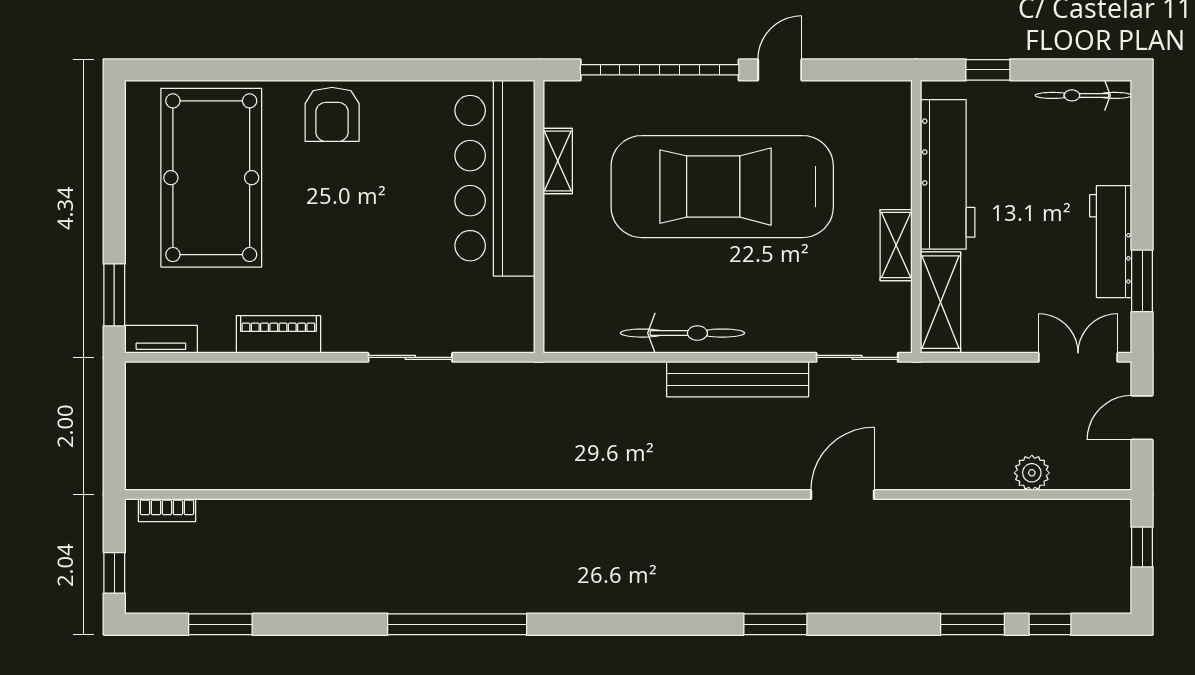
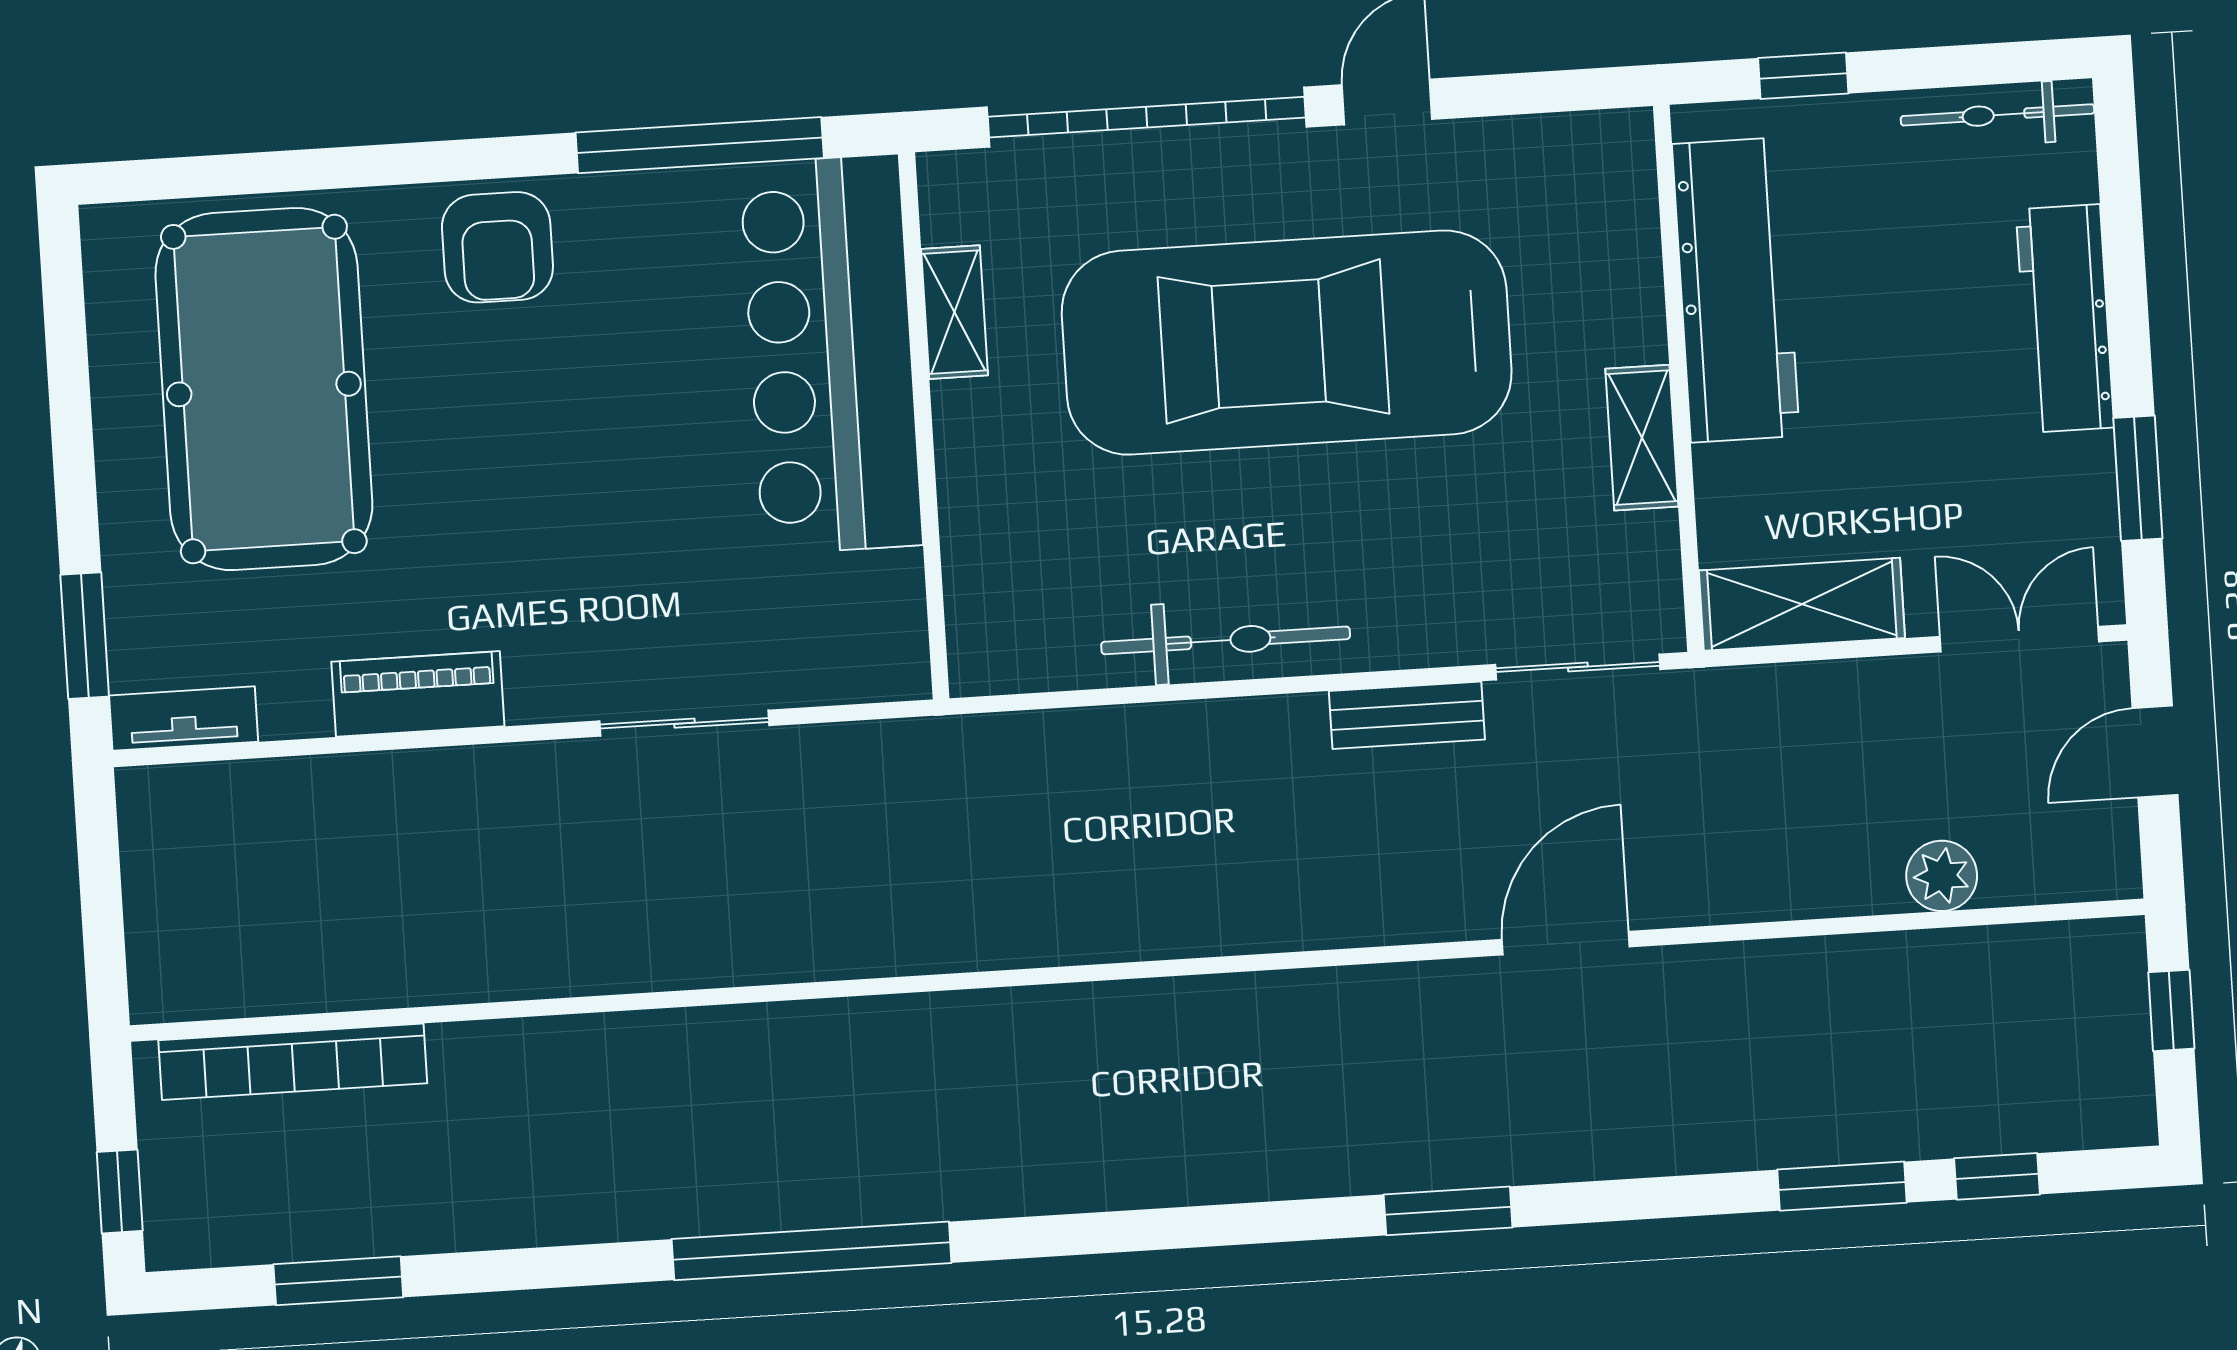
window: (436, 70) -> (700, 145), added
workbench: (1111, 242) -> (2065, 318), moved
shelving: (941, 302) -> (1802, 604), moved, turned 90
bench: (738, 379) -> (1407, 715), width x0.54, depth x0.82
bookcase: (167, 510) -> (293, 1062), width x2.31, depth x1.31

